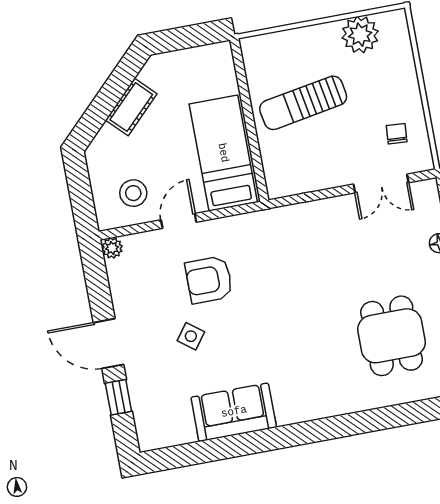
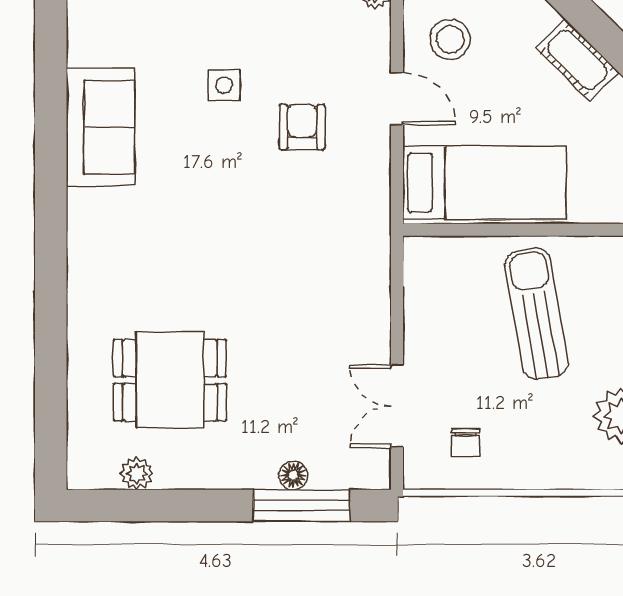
chair: (397, 134) -> (466, 443), turned 86
armchair: (209, 280) -> (302, 127), width x0.72, depth x0.72
side table: (191, 336) -> (224, 85), turned -37

